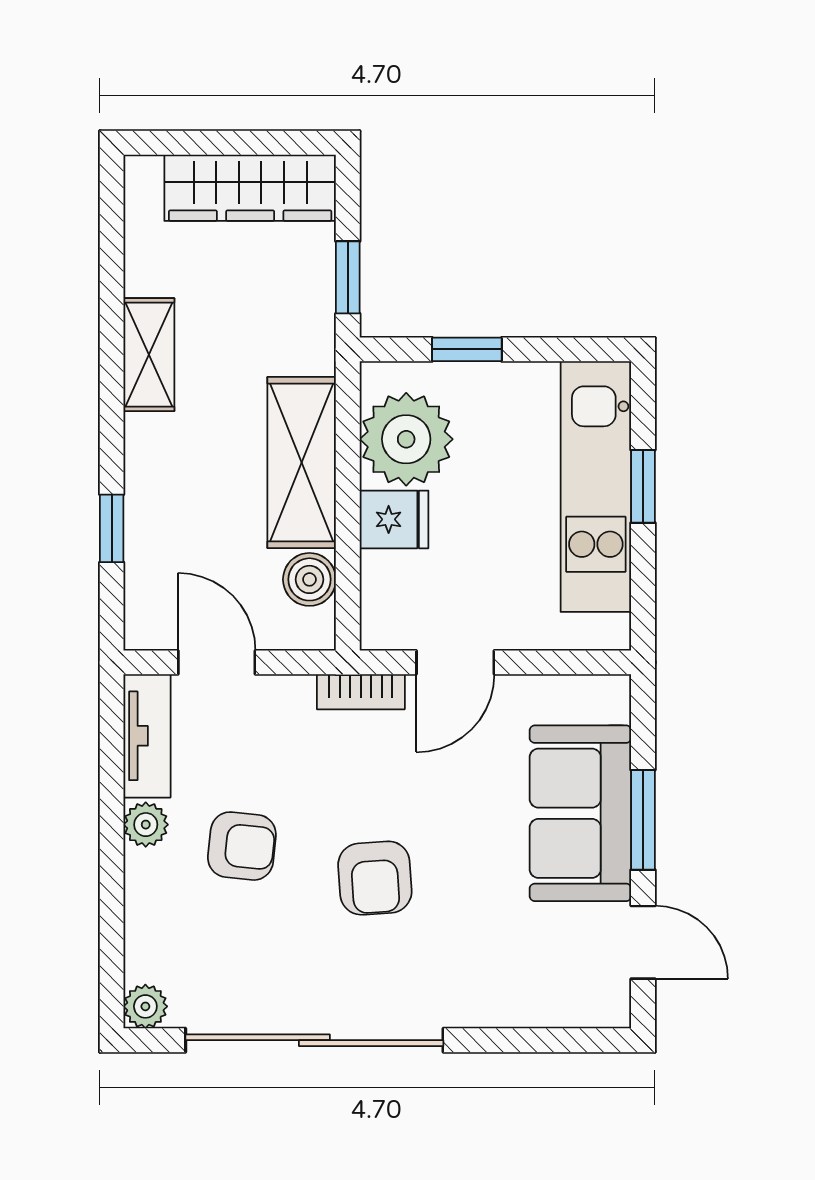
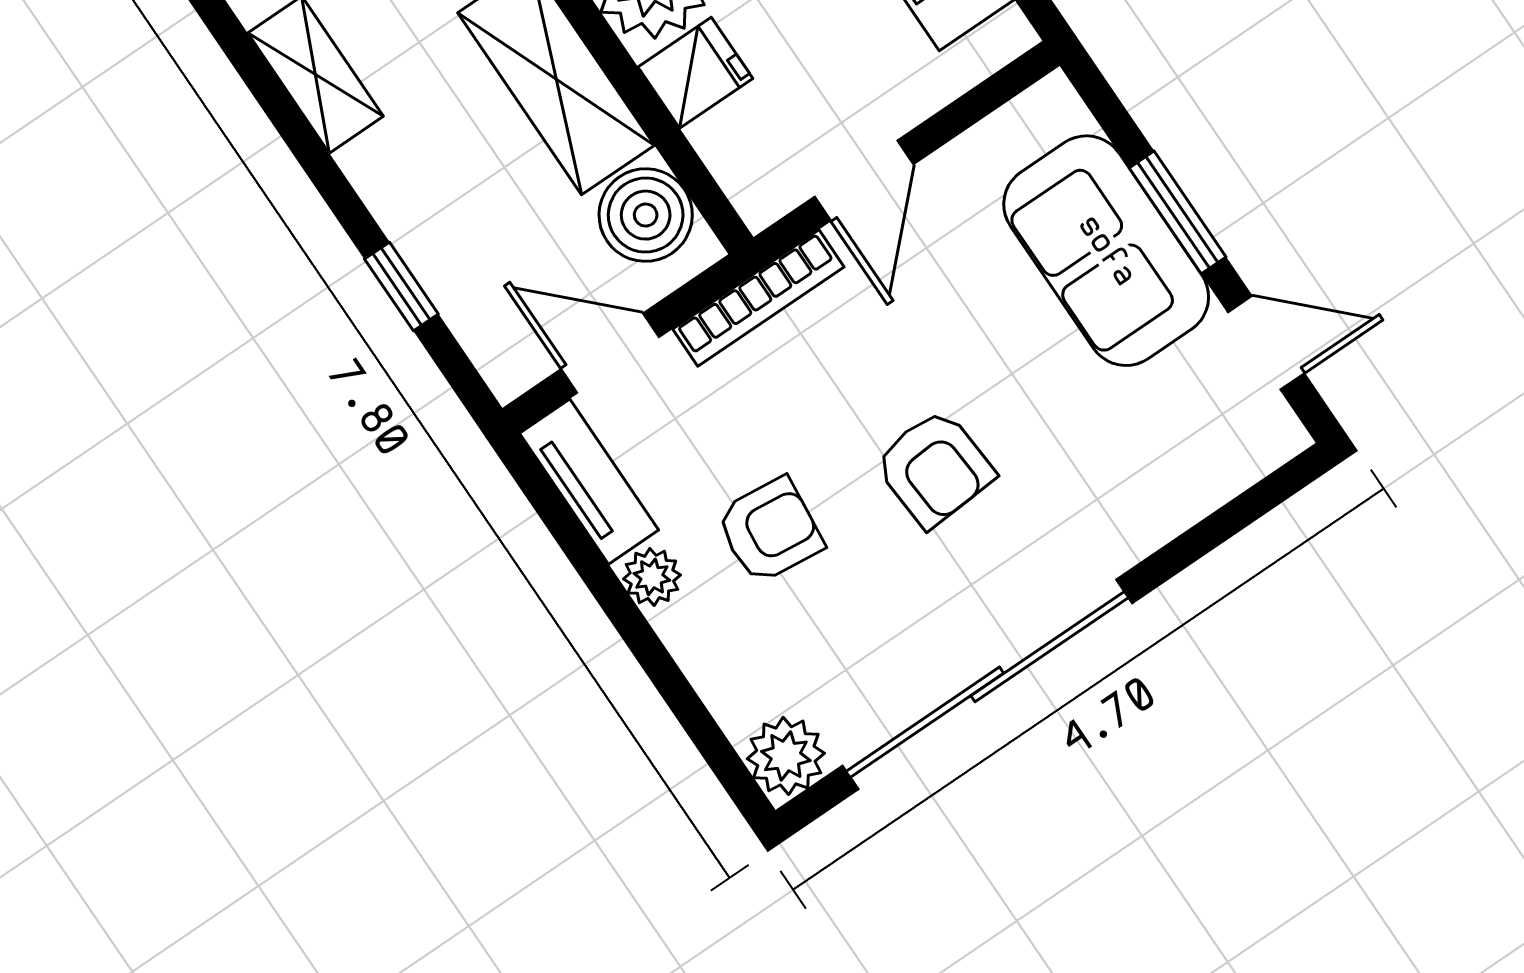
boiler: (309, 579) -> (646, 215), width x1.36, depth x1.36
bookcase: (361, 692) -> (758, 298), width x1.56
plant: (145, 1006) -> (786, 756), width x1.38, depth x1.38

